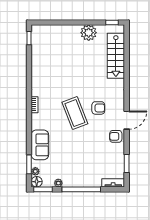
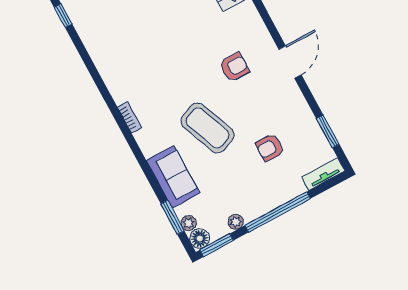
coffee table: (75, 113) -> (207, 128), moved
armchair: (116, 136) -> (270, 147), moved

